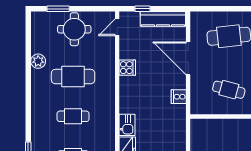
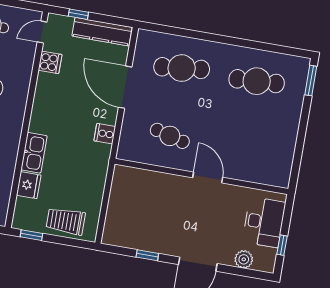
cooker: (127, 68) -> (50, 62), moved
kitchen sink: (127, 125) -> (34, 153), width x1.38

